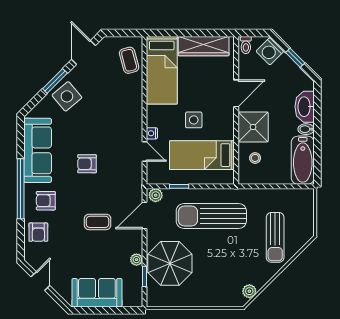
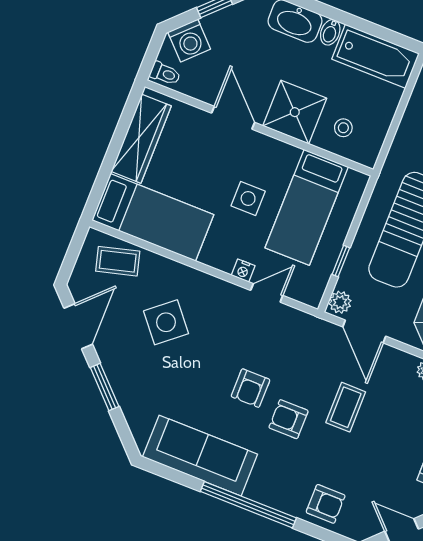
door: (83, 52) -> (78, 326), swing flipped
side table: (67, 96) -> (166, 322), moved
armchair: (46, 201) -> (289, 419), moved, turned 90

